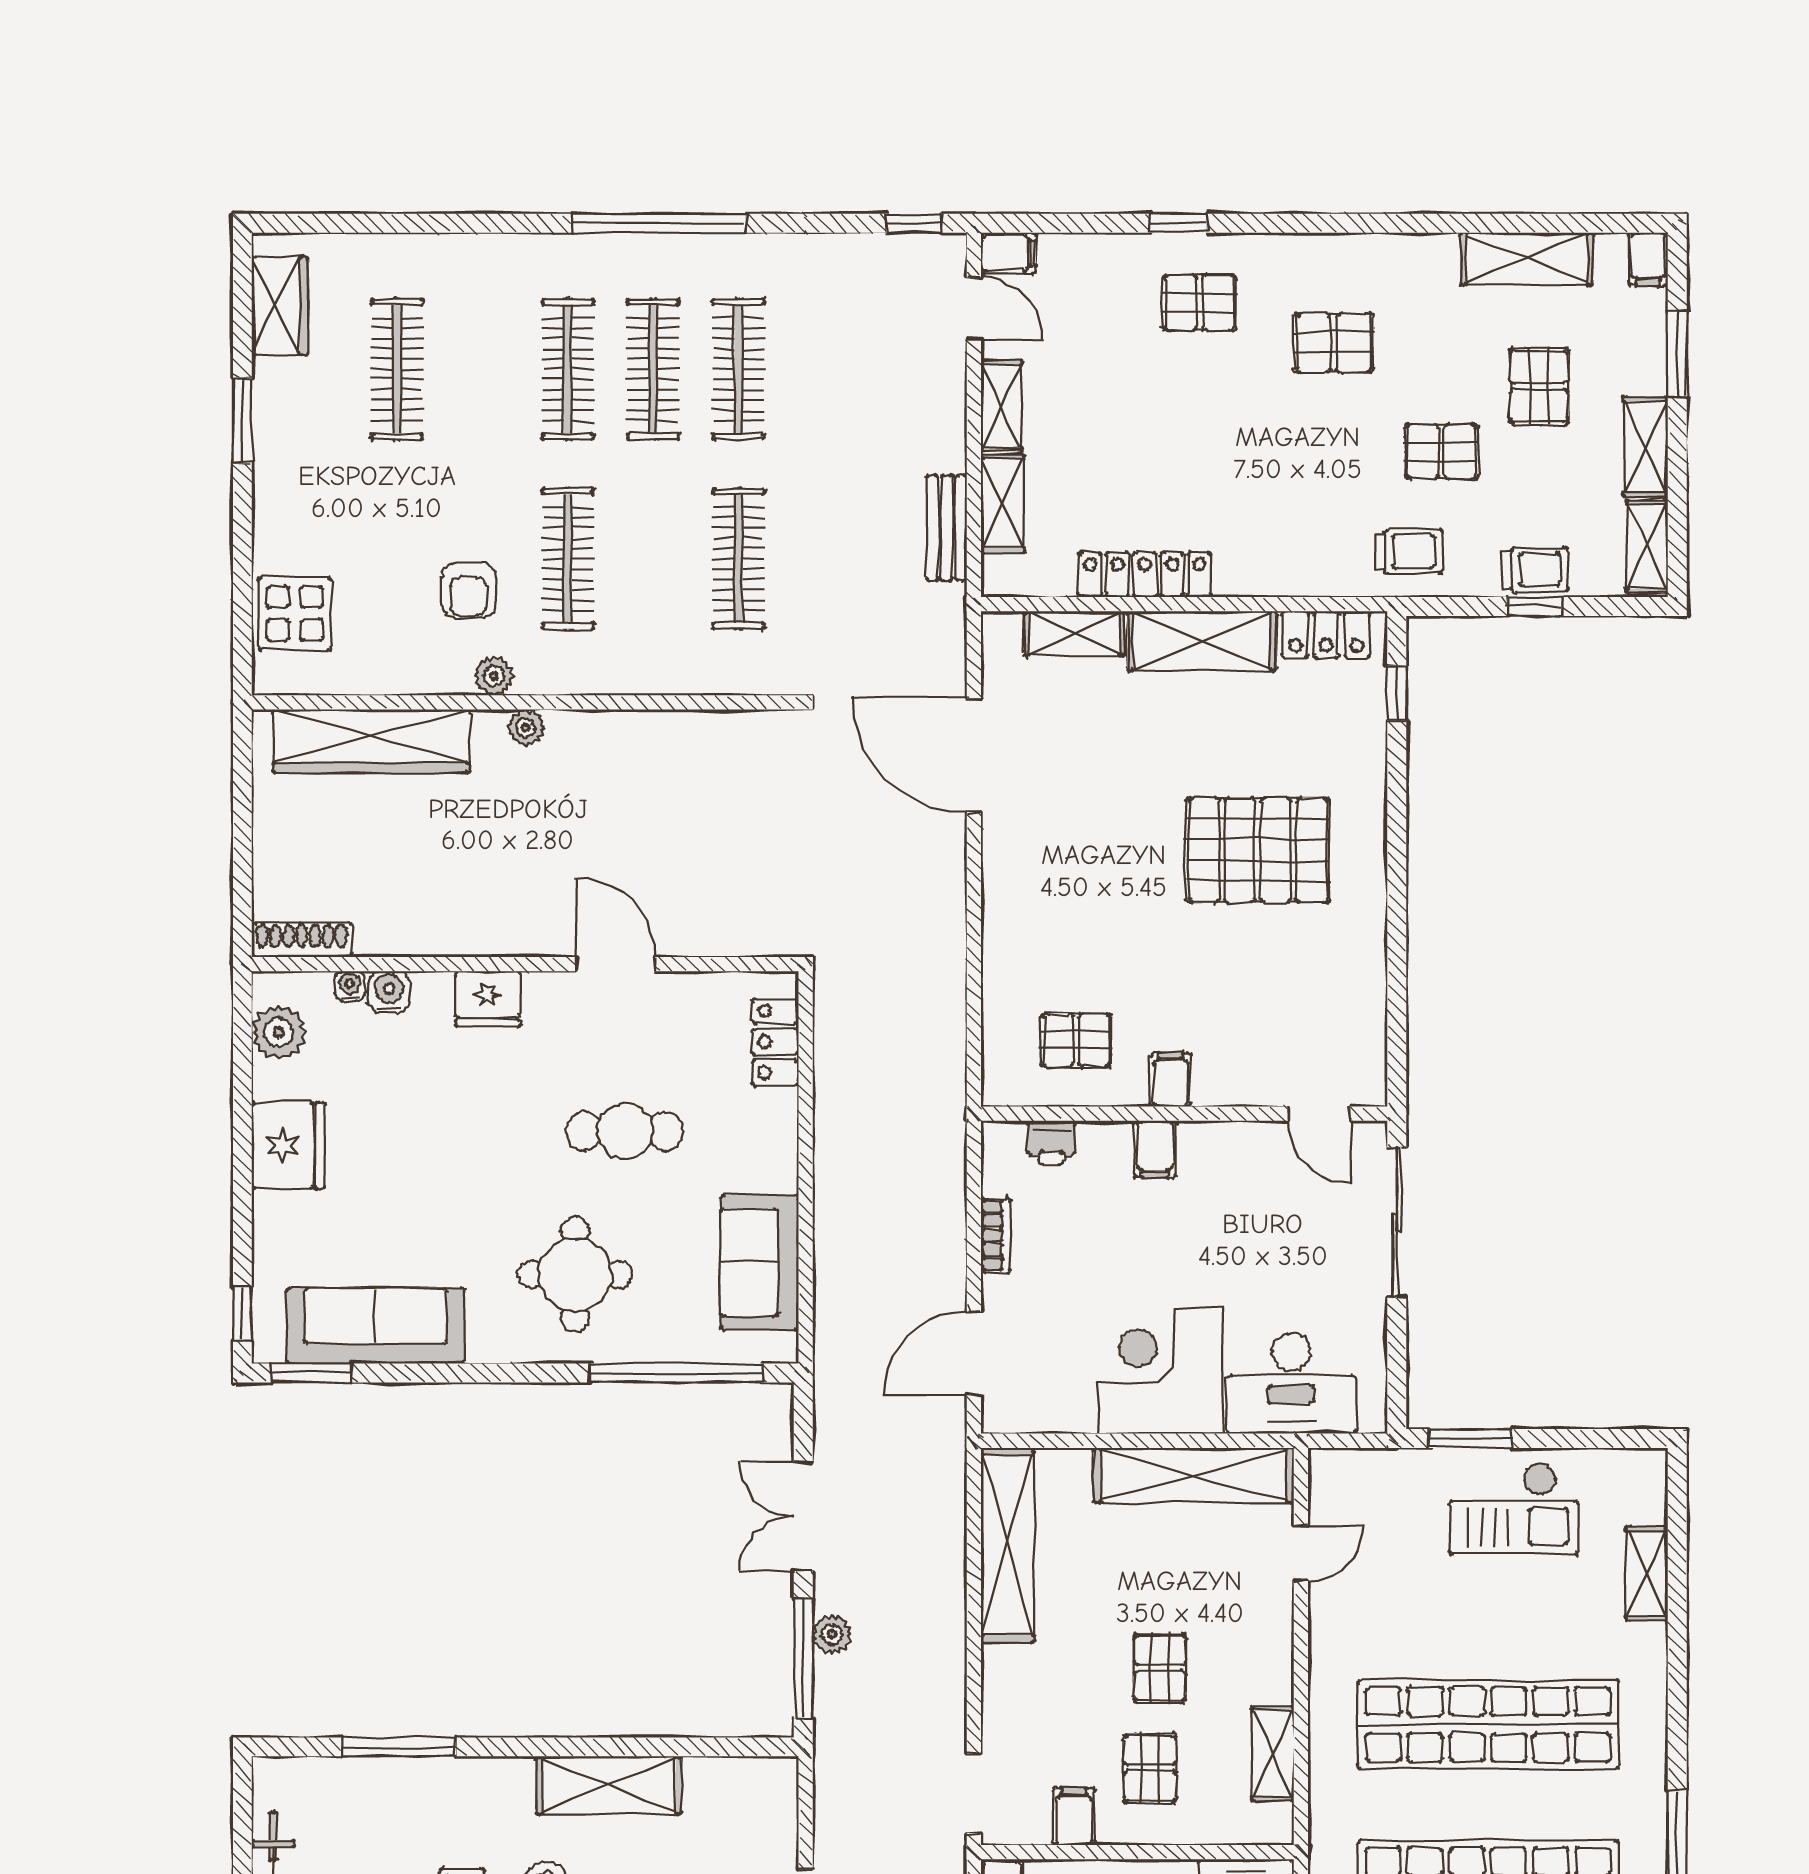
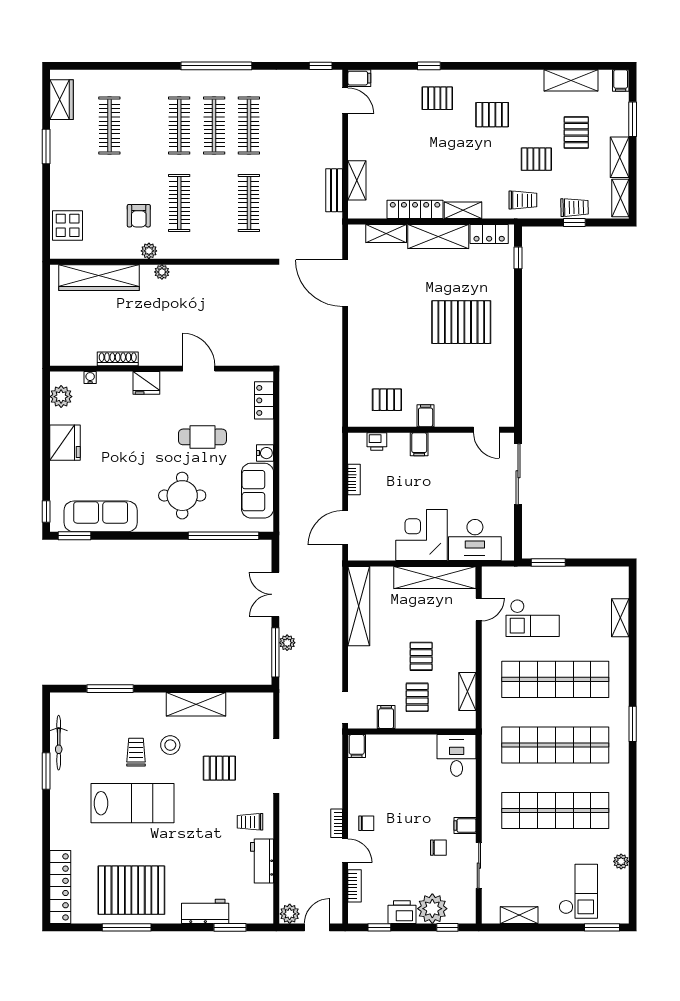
shelving: (1001, 406) -> (463, 210), moved, turned 90
shoe rack: (302, 940) -> (118, 359), moved
water cooler: (389, 992) -> (265, 453), moved, turned 90
checkout: (1514, 1508) -> (533, 618), moved

